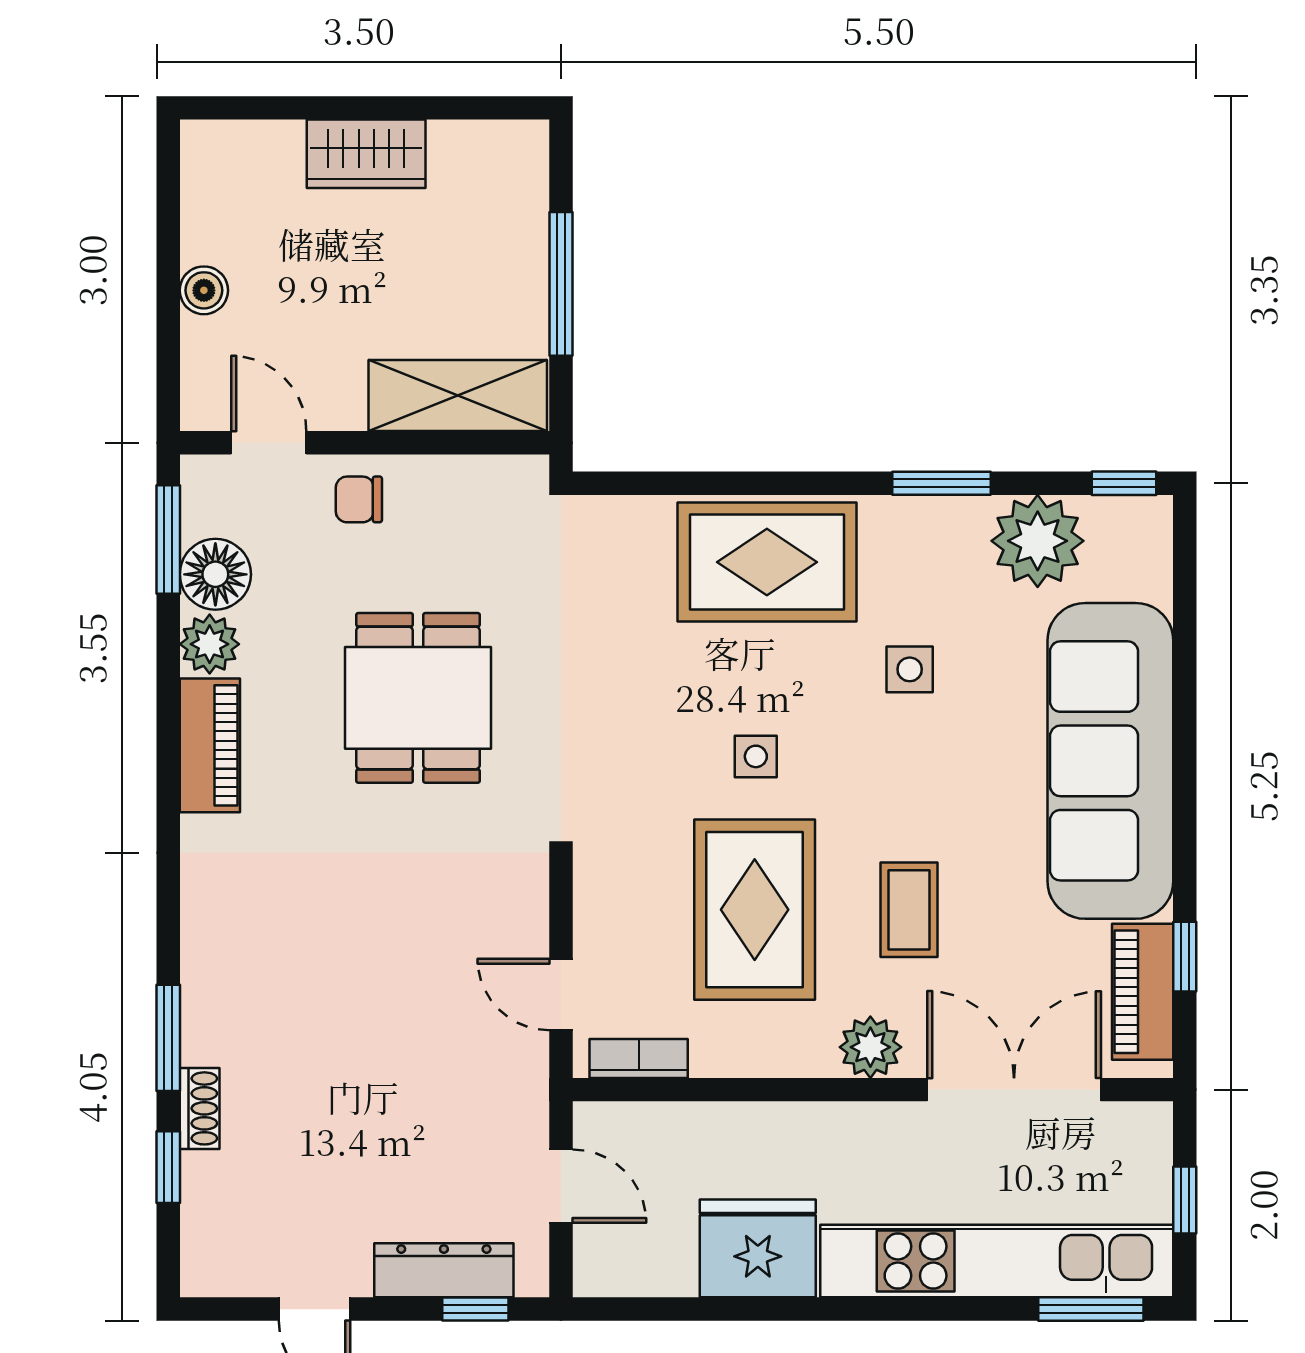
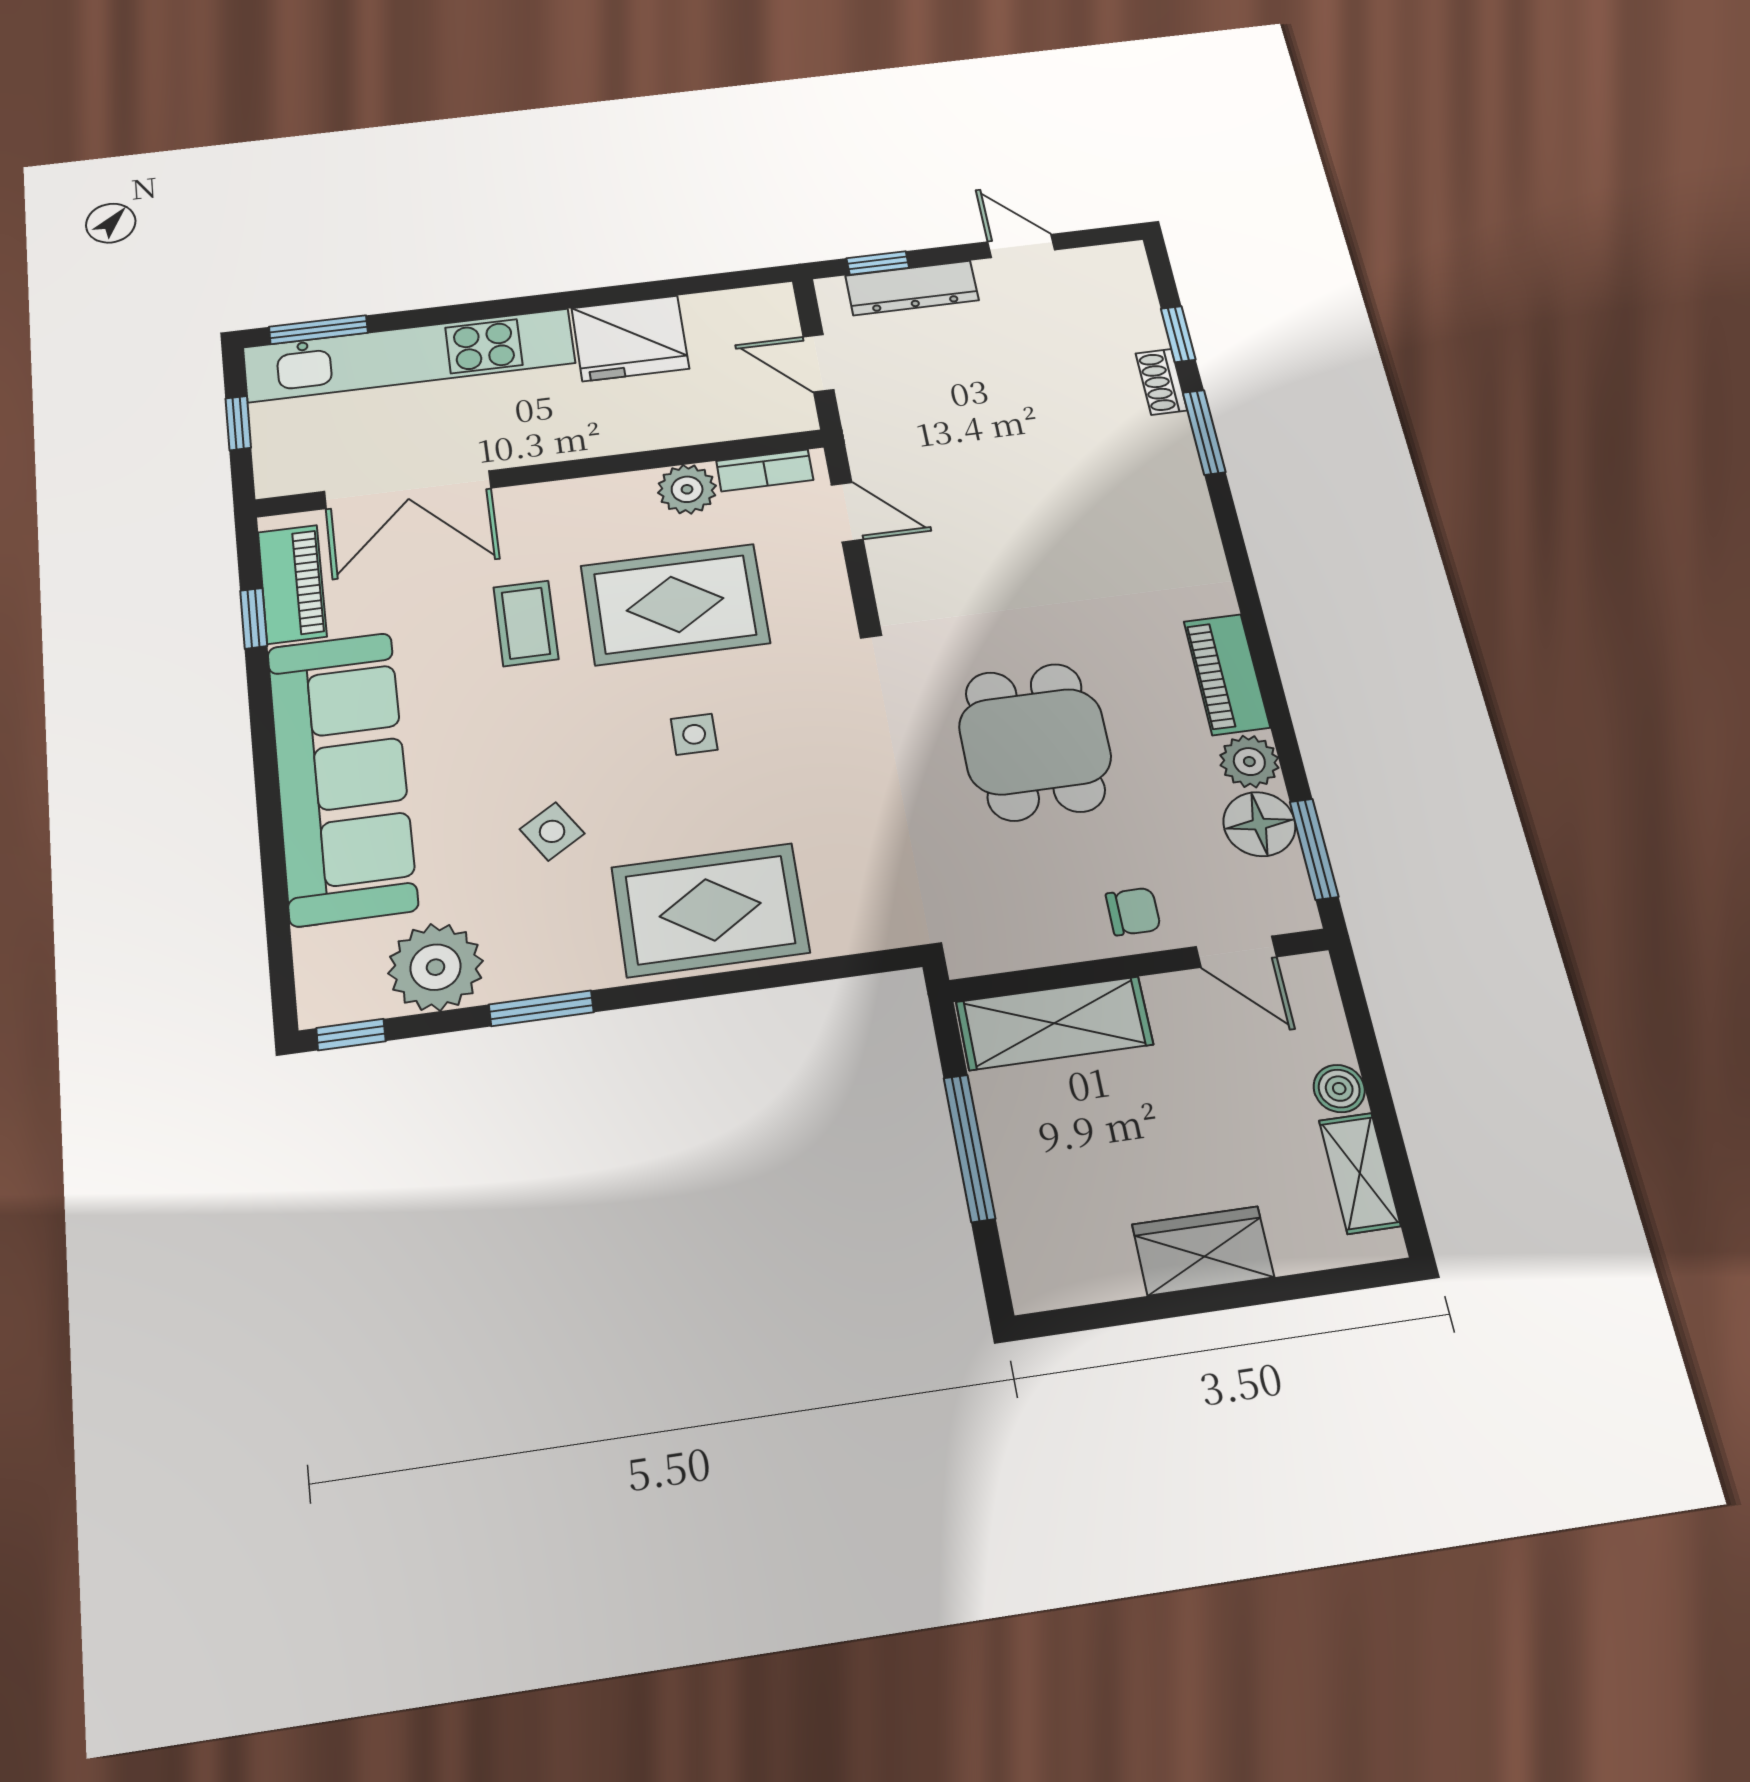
shelving: (205, 206) -> (1360, 1173), added
side table: (910, 669) -> (552, 831), turned -32
rug: (755, 910) -> (675, 604), turned 90
plant: (870, 1047) -> (687, 489), moved

